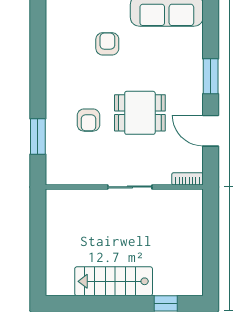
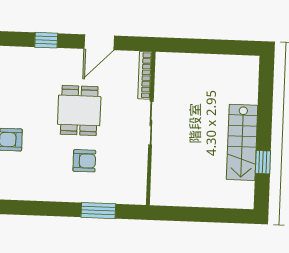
window: (211, 76) -> (46, 40), width x0.67
bookcase: (187, 179) -> (145, 75), width x1.56
window: (166, 303) -> (263, 162), moved

